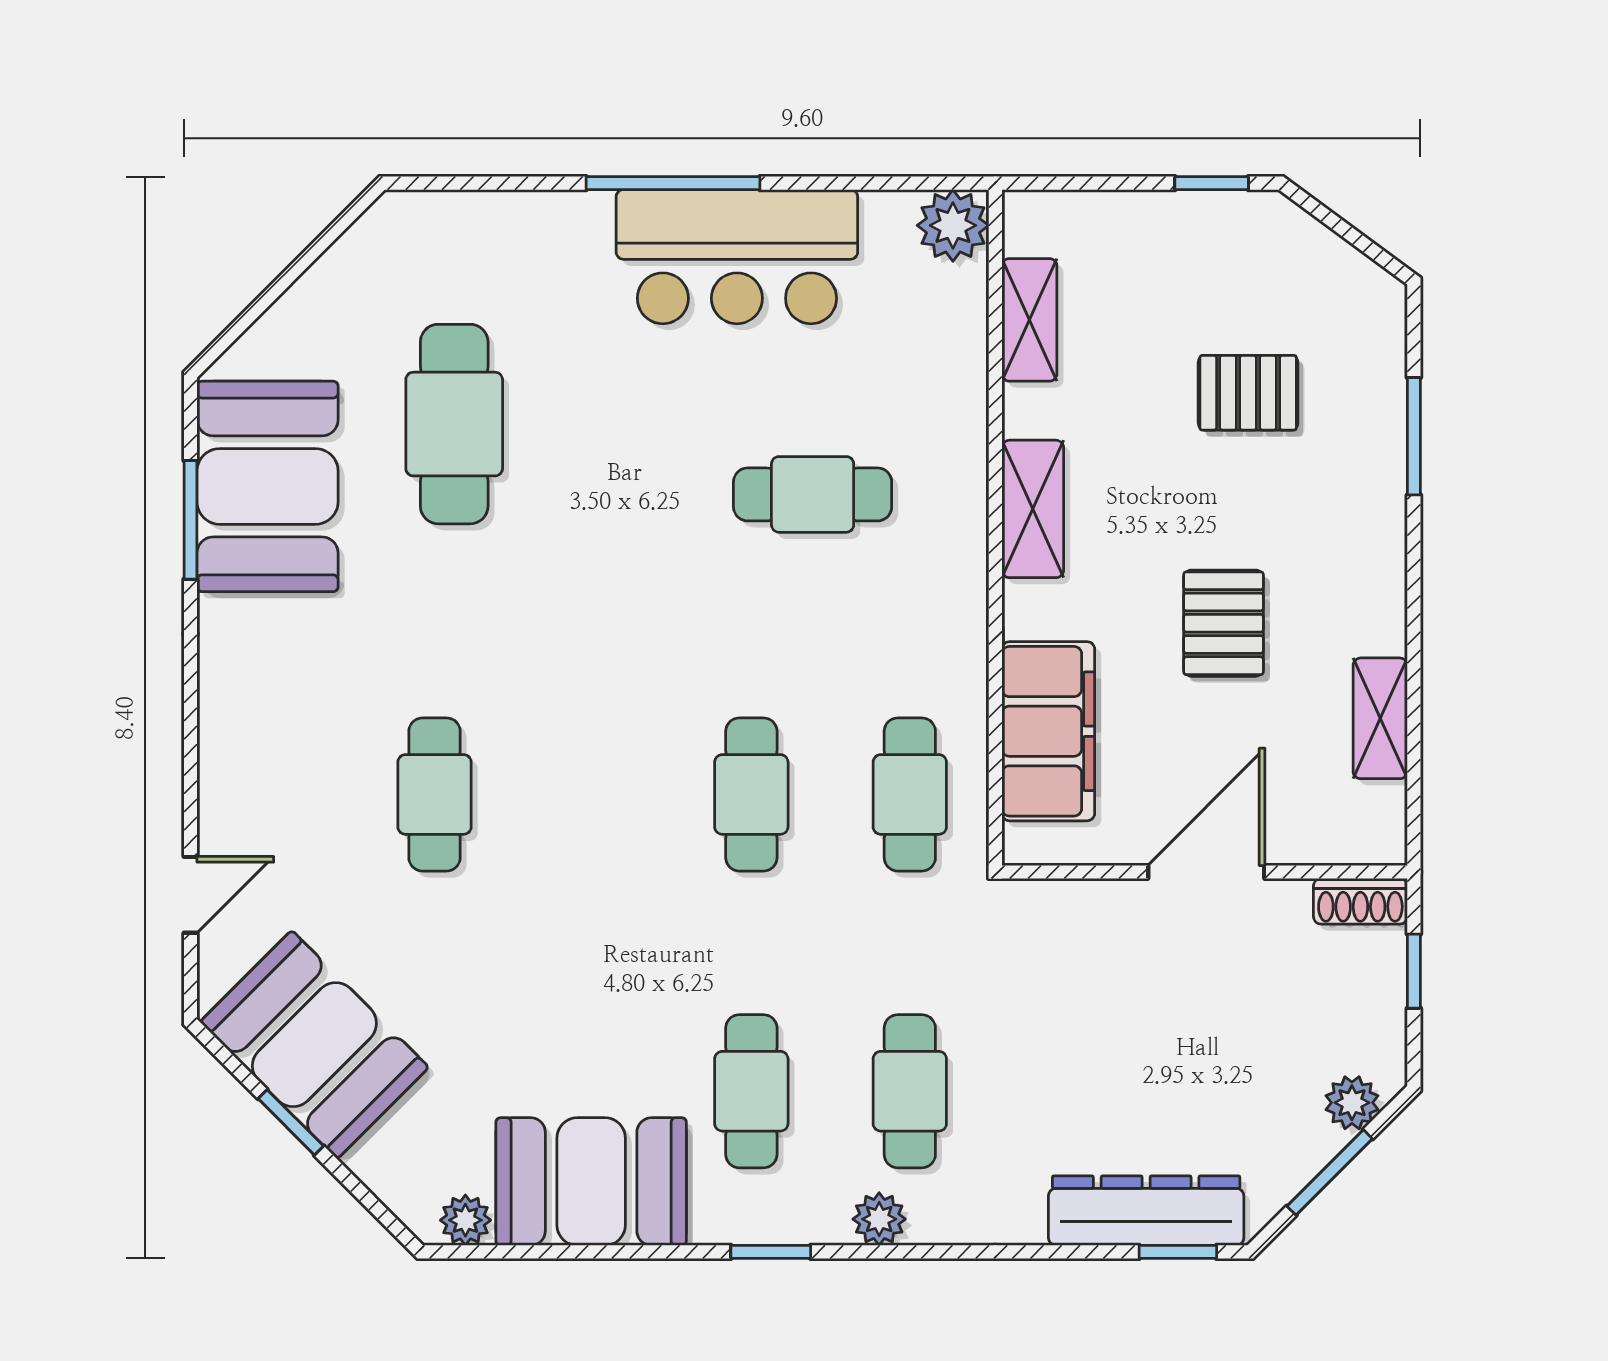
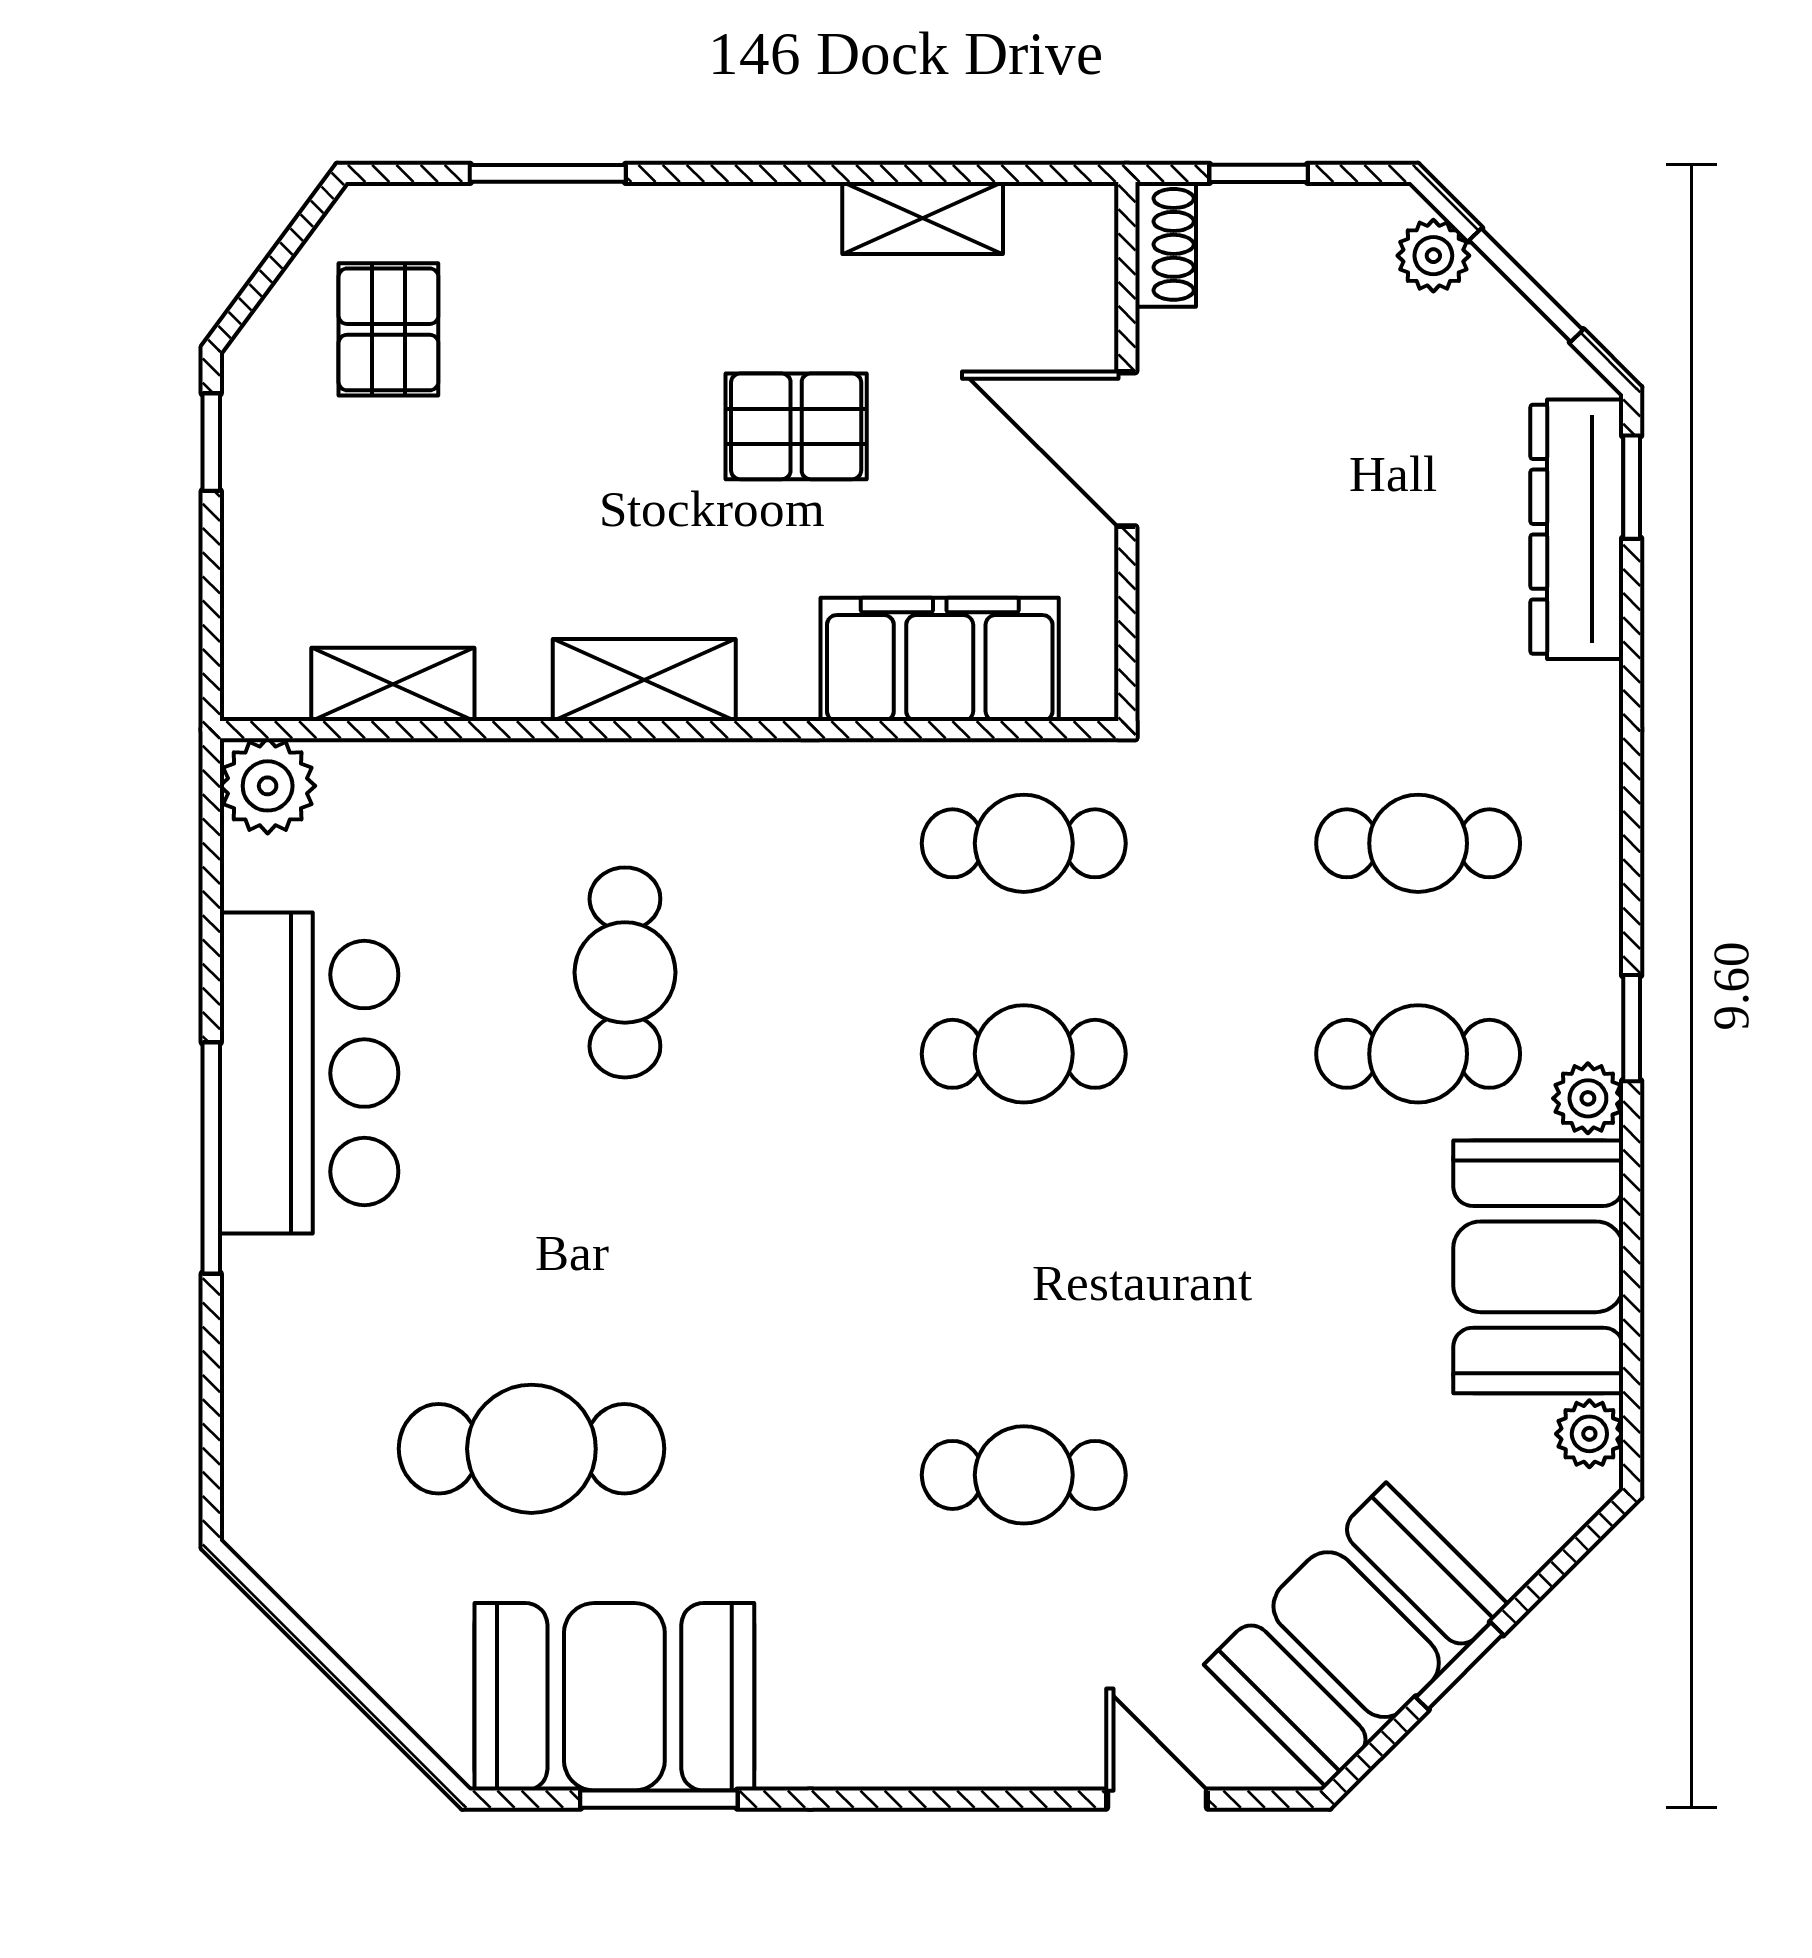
pallet: (1248, 393) -> (388, 329), moved
plant: (879, 1219) -> (1588, 1098), moved

